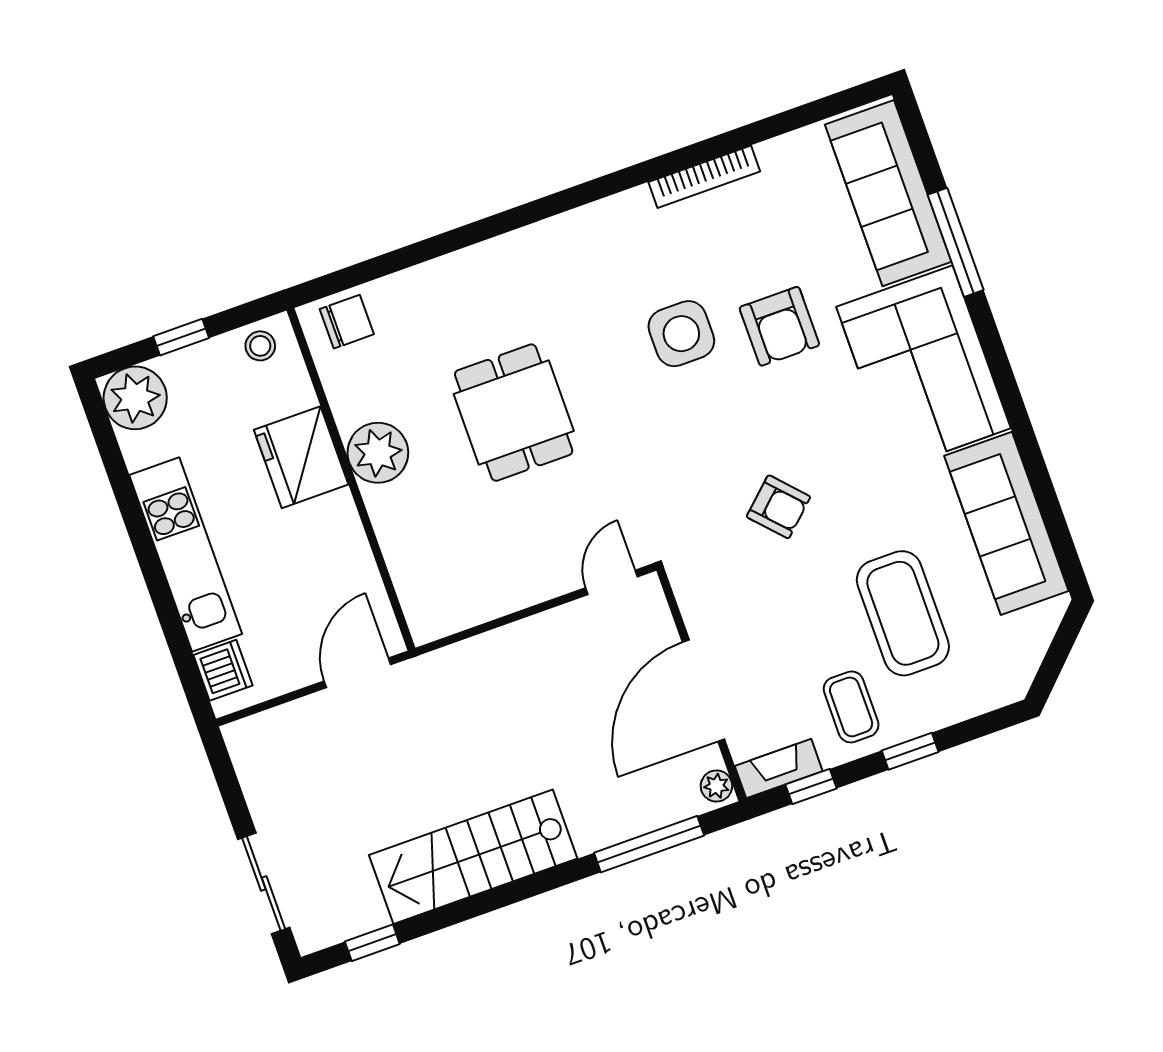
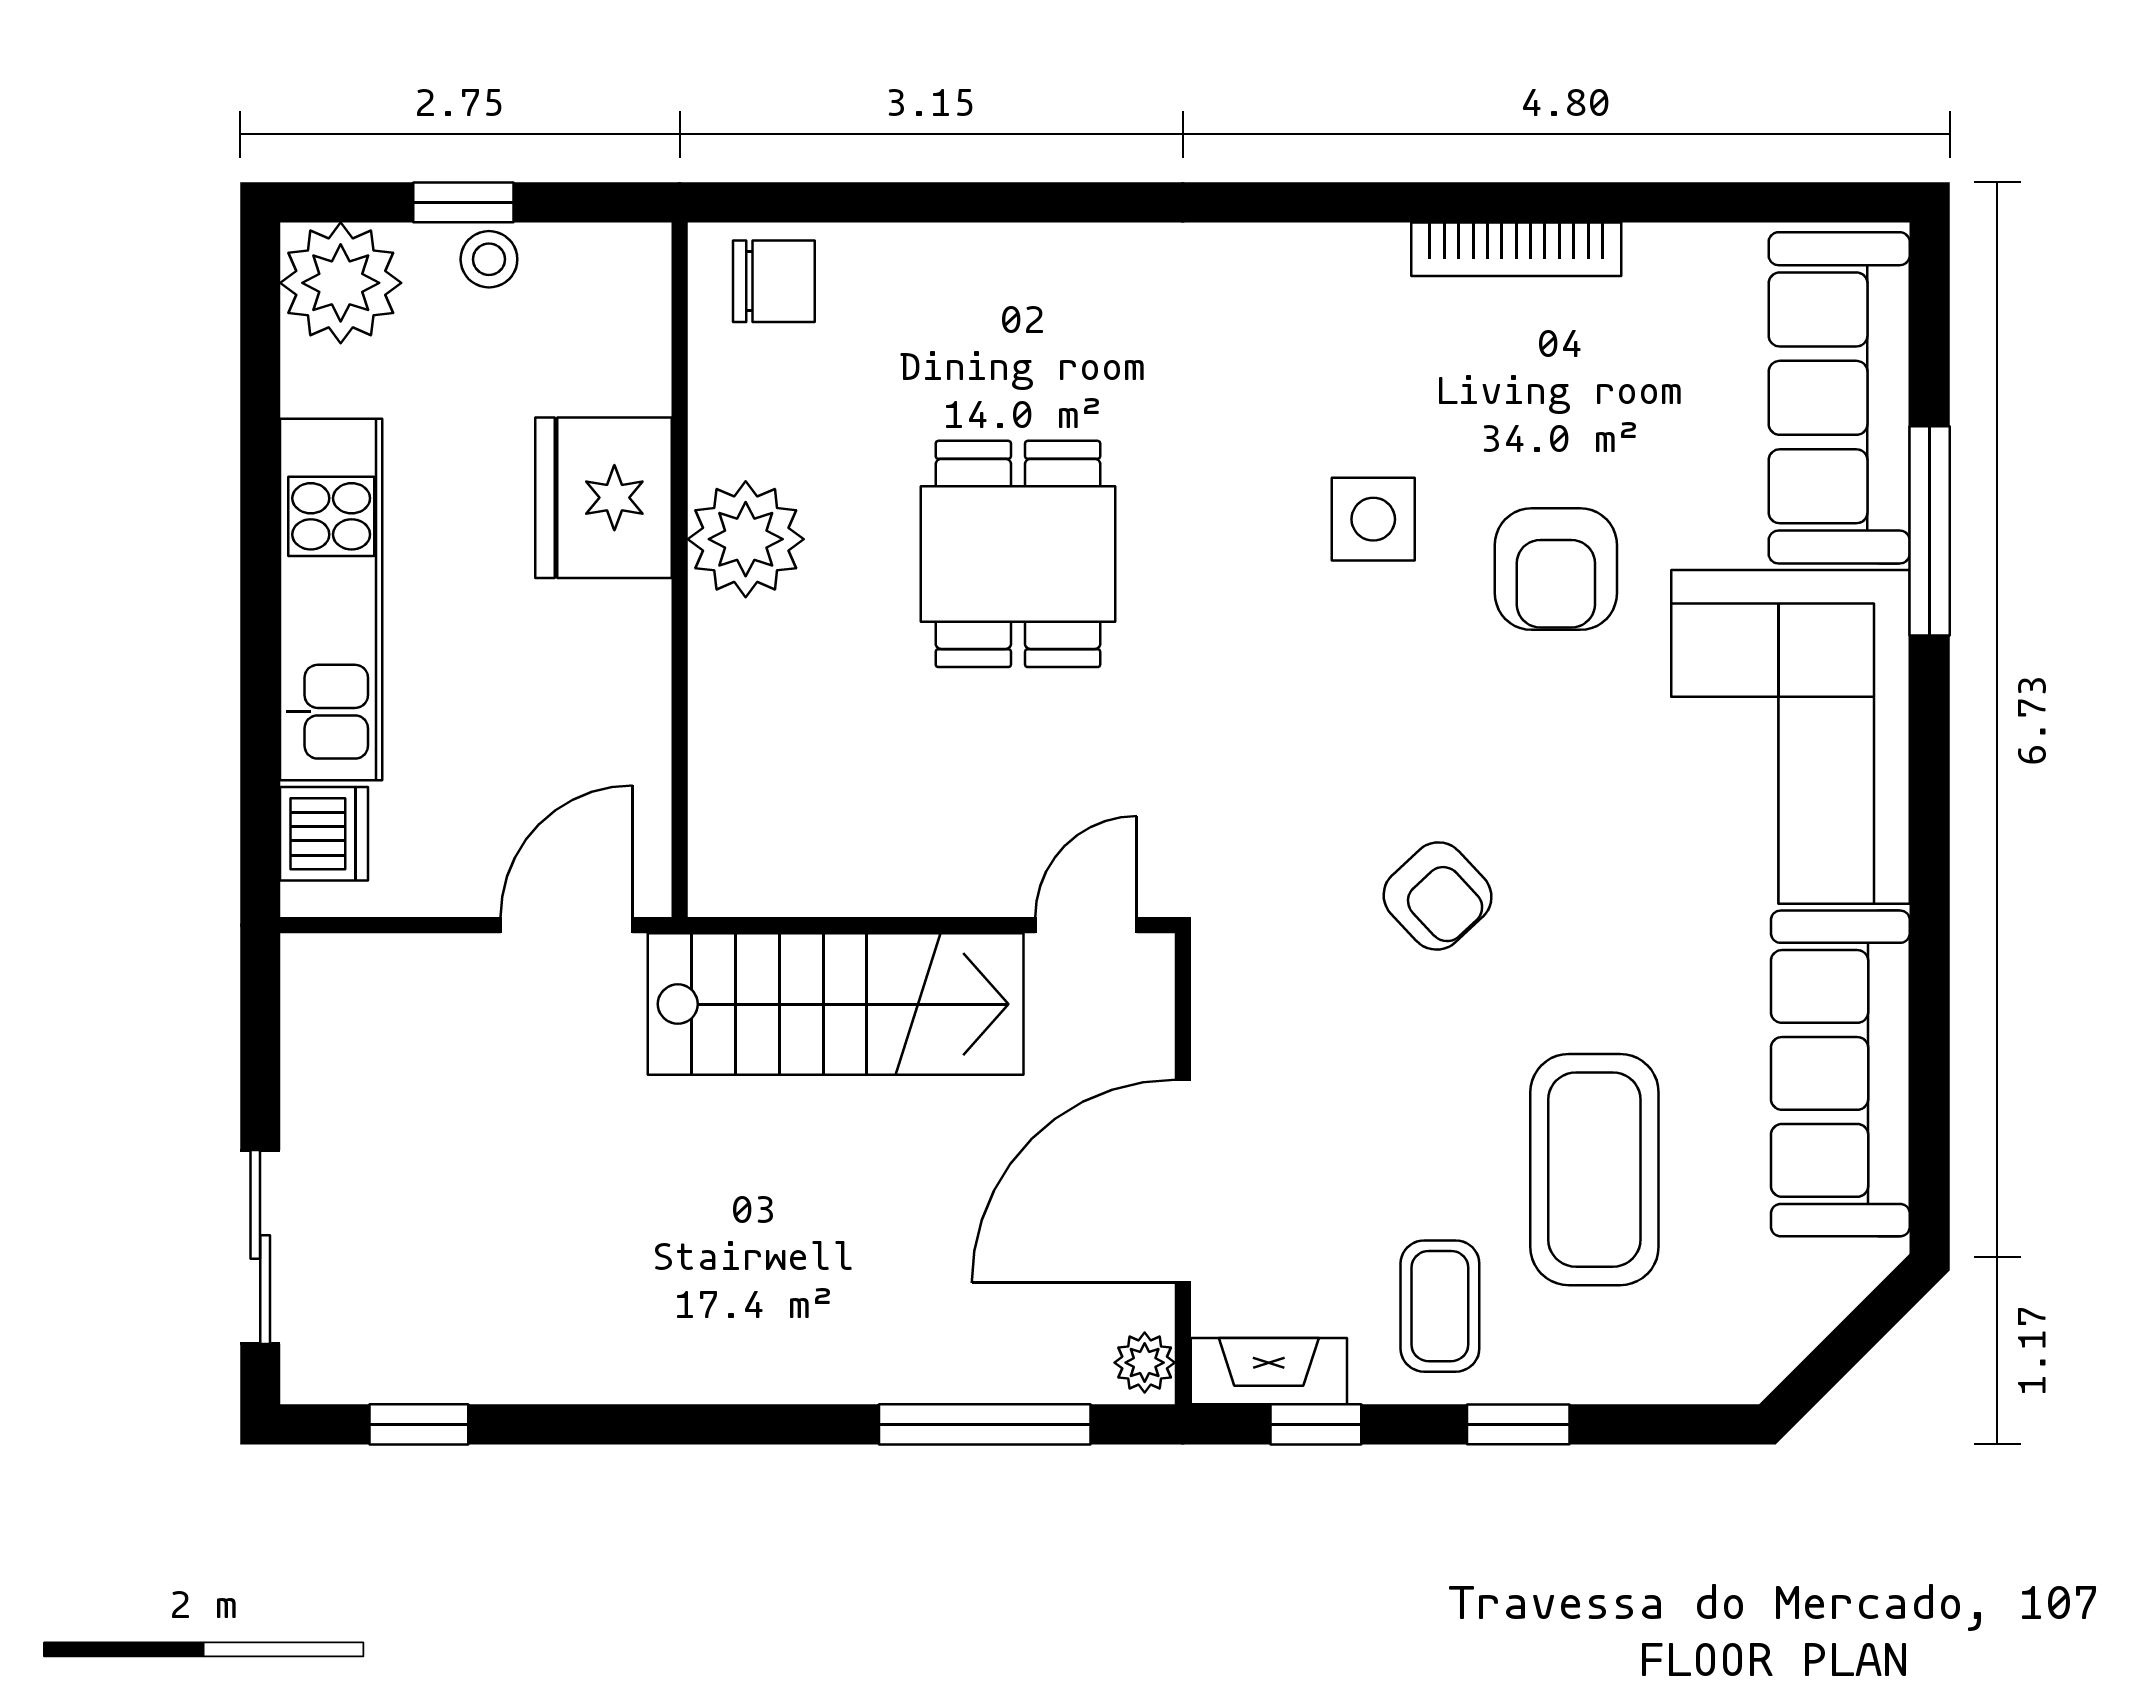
side table: (681, 334) -> (1373, 519), width x0.73, depth x0.73
stool: (260, 346) -> (489, 259), moved
stairs: (473, 857) -> (836, 1004), moved, turned 180

